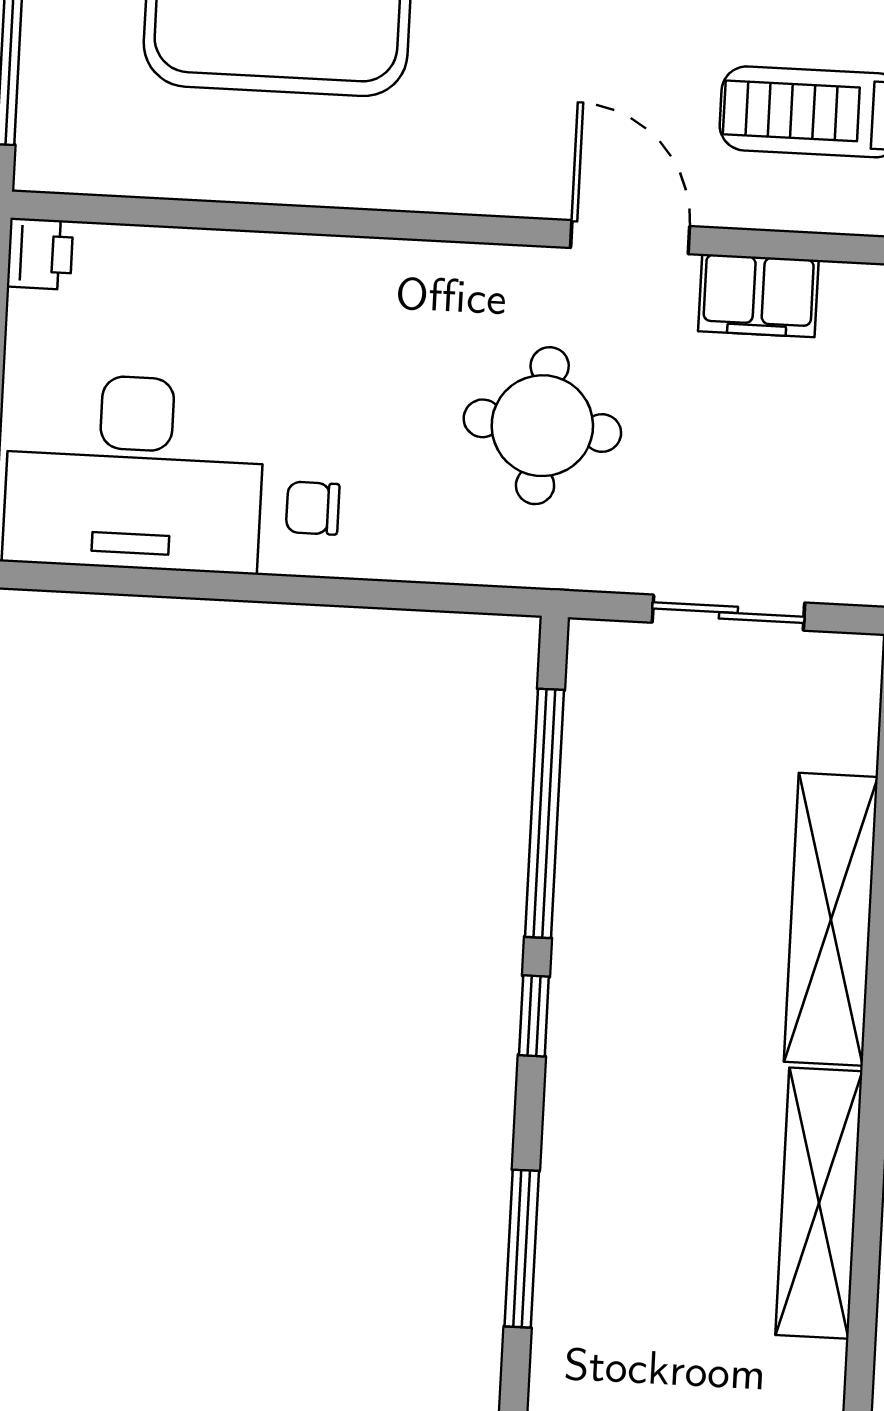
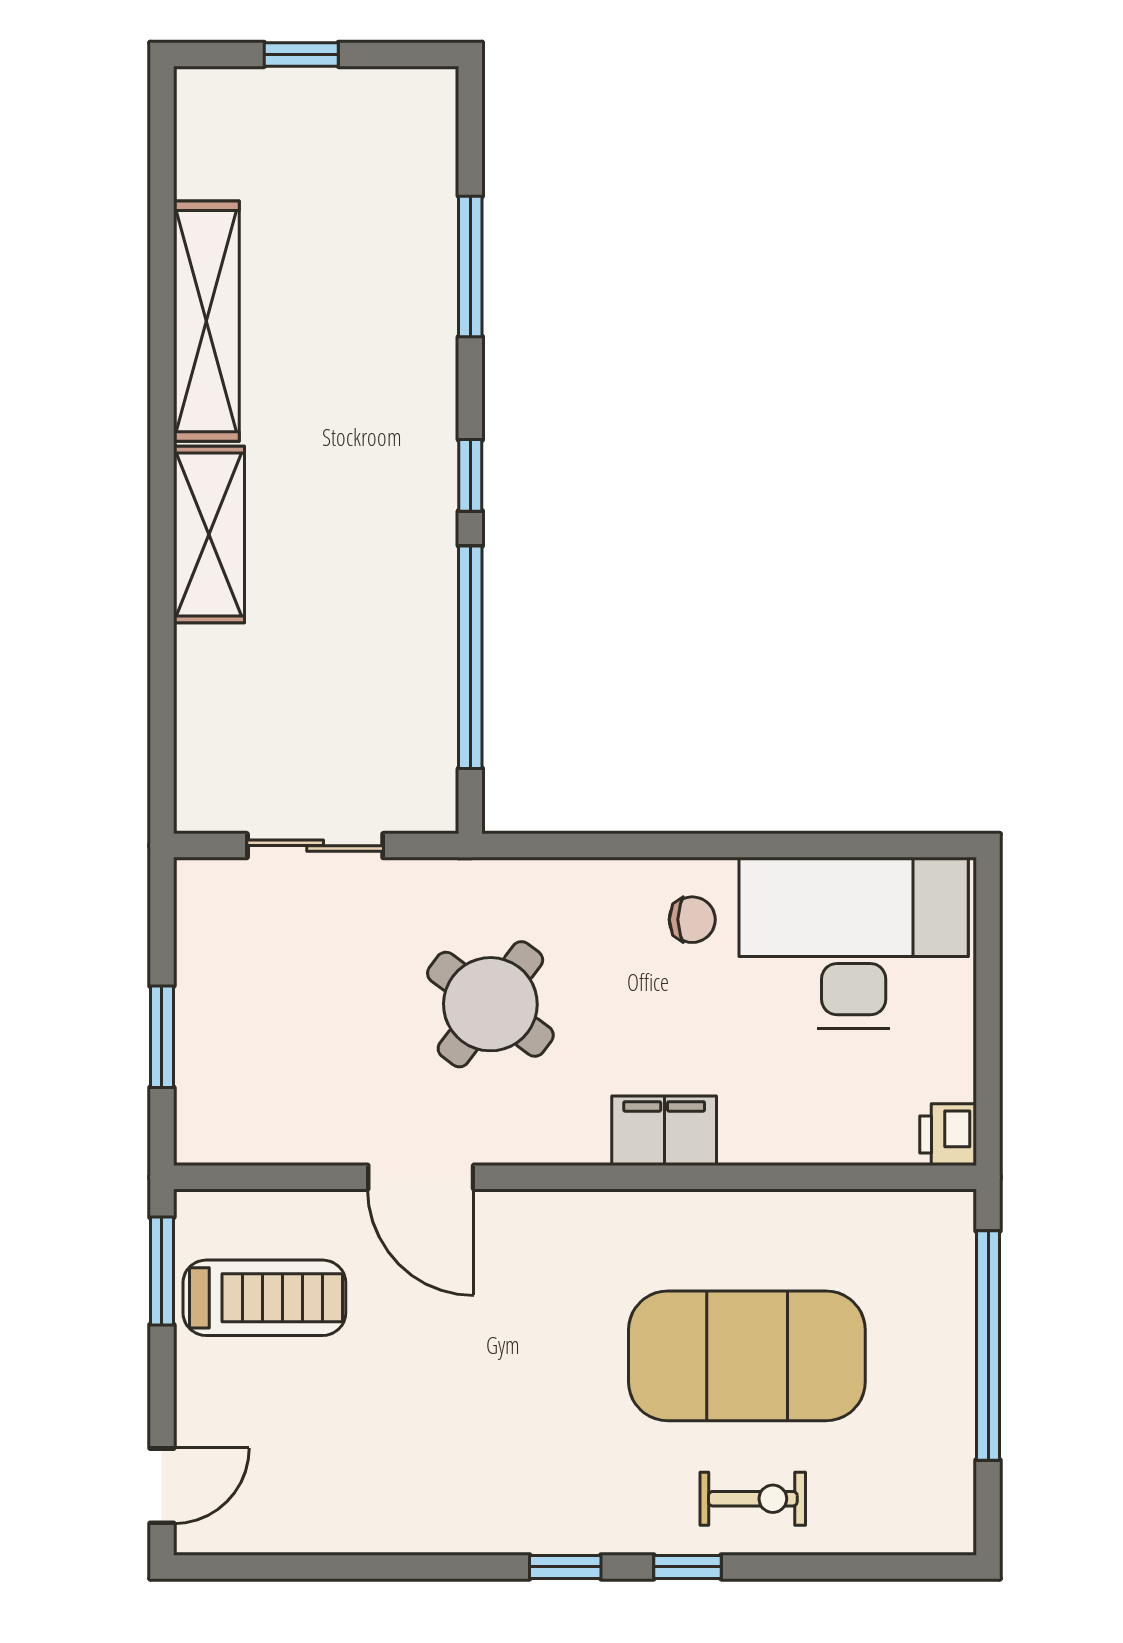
filing cabinet: (758, 296) -> (664, 1131), moved
round table: (542, 426) -> (490, 1004), turned 33
shelving: (831, 919) -> (209, 534), width x0.68

